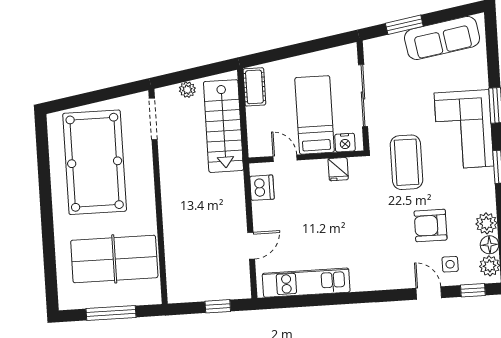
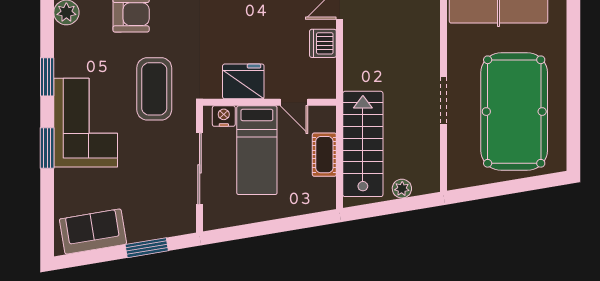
sofa: (442, 38) -> (93, 232), width x0.73
cot: (254, 87) -> (324, 155), moved
doorway: (153, 119) -> (443, 101), moved
fridge: (338, 169) -> (243, 81), width x1.88, depth x1.34
dishwasher: (262, 188) -> (323, 43), moved

